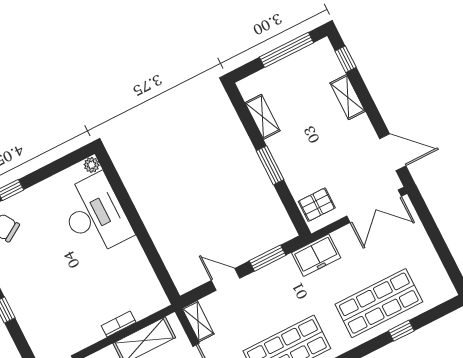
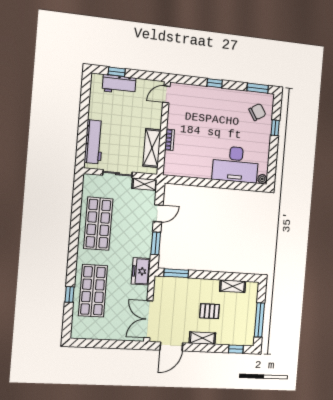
shelving: (348, 97) -> (202, 338), moved
window: (270, 165) -> (176, 273), moved
pallet: (317, 205) -> (210, 311), moved, turned 90

